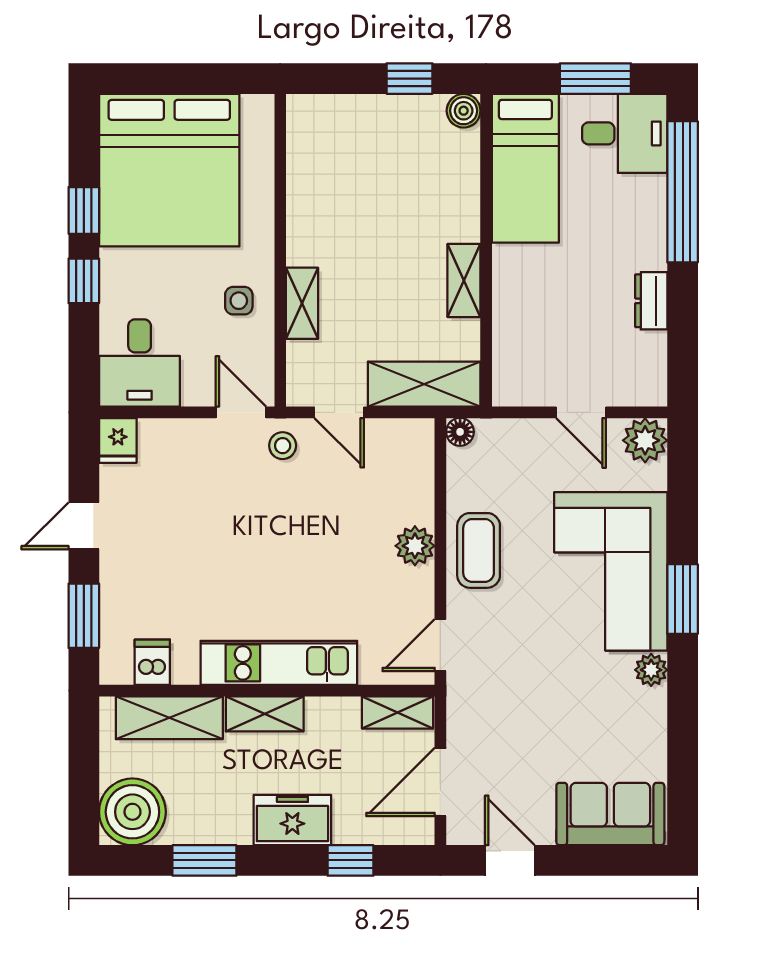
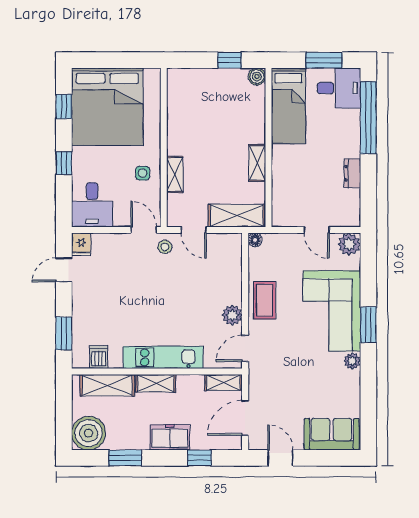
window: (84, 210) -> (64, 107), moved
door: (84, 526) -> (64, 270), moved
plant: (415, 546) -> (232, 315), moved

